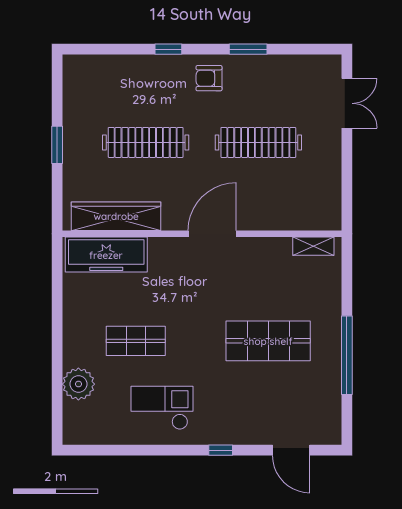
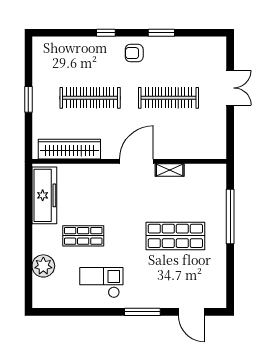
double door: (347, 103) -> (230, 88), moved
shelving: (313, 246) -> (170, 170), moved
freezer: (106, 255) -> (44, 195), moved, turned -90
window: (347, 355) -> (230, 217), moved
window: (221, 450) -> (142, 312), width x2.17

